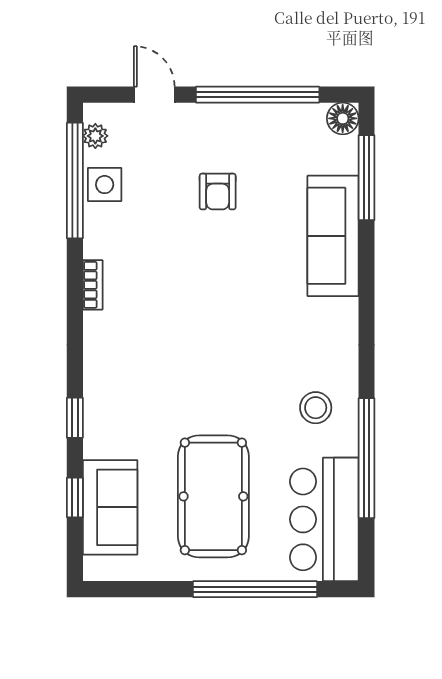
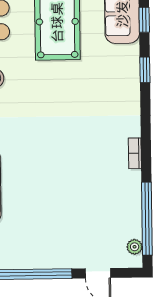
side table: (105, 185) -> (128, 216), removed
armchair: (218, 192) -> (57, 213), removed

